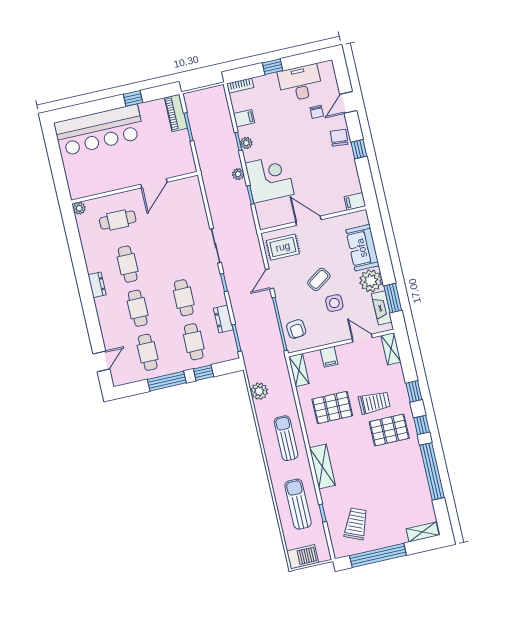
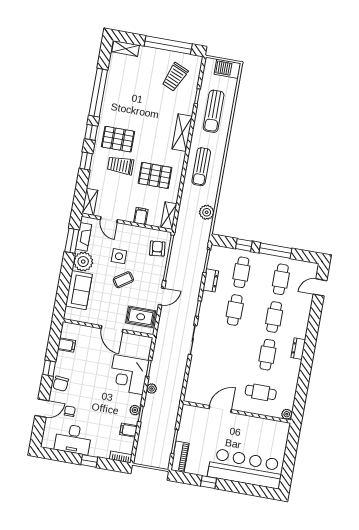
filing cabinet: (355, 201) -> (67, 345), moved

